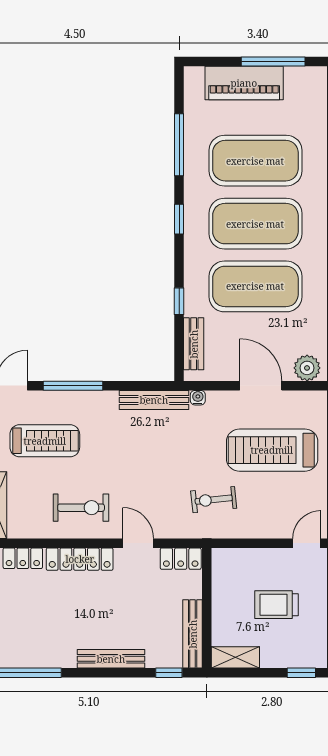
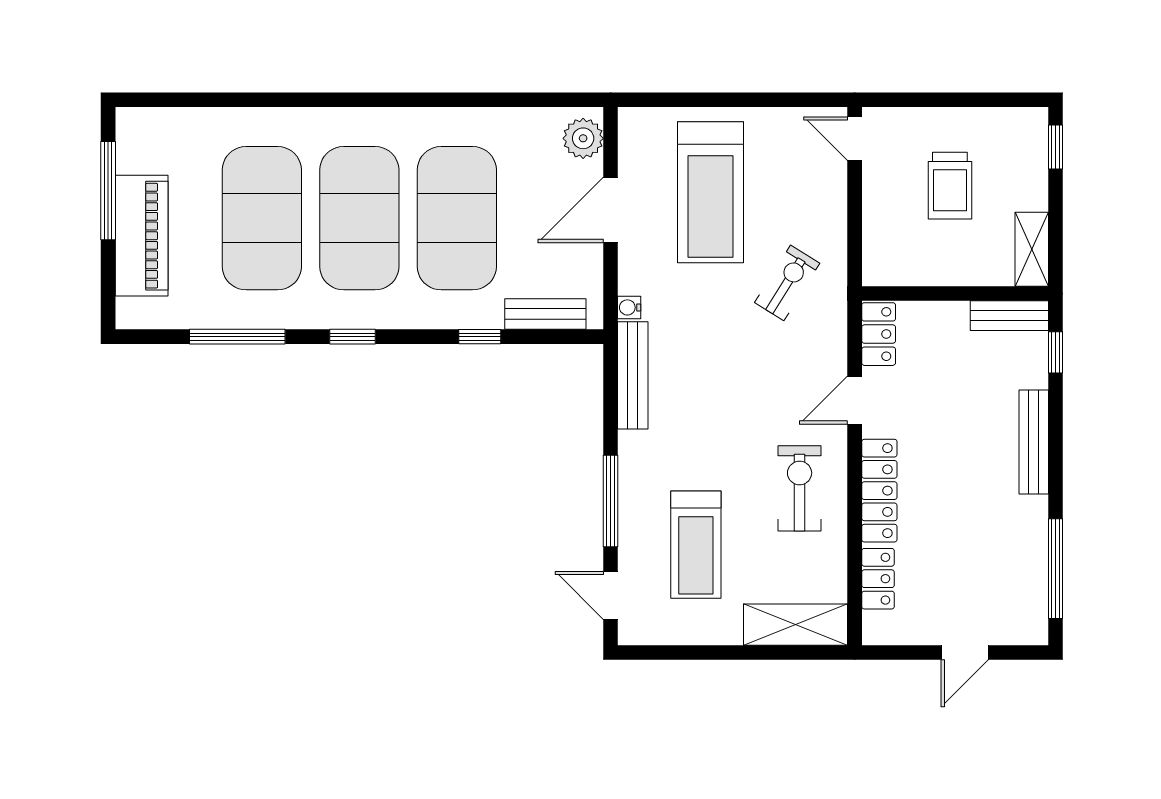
treadmill: (45, 441) -> (696, 545), turned 180
exercise bike: (214, 500) -> (787, 283), turned -142
bench: (193, 634) -> (1009, 316), width x0.73

